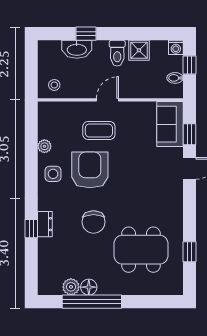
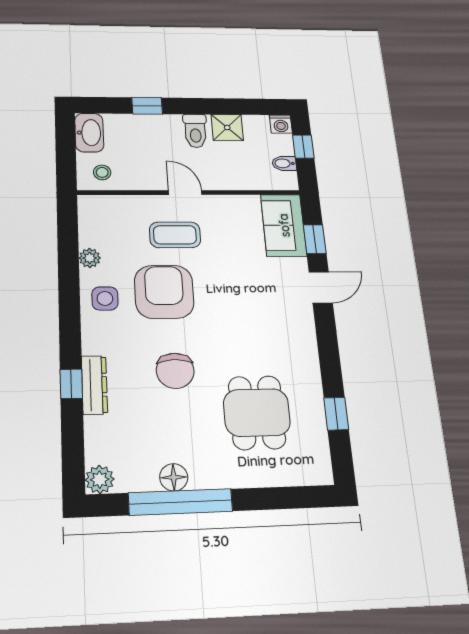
washbasin: (77, 49) -> (89, 133), moved, turned -90
door: (107, 100) -> (185, 193), hinge flipped
dresser: (45, 224) -> (94, 385), width x1.44
dining table: (141, 250) -> (257, 412), width x0.73
plant: (71, 287) -> (100, 479), moved

